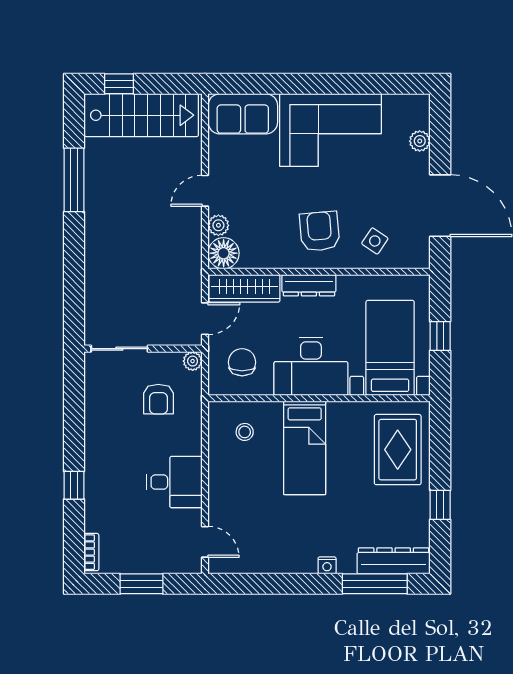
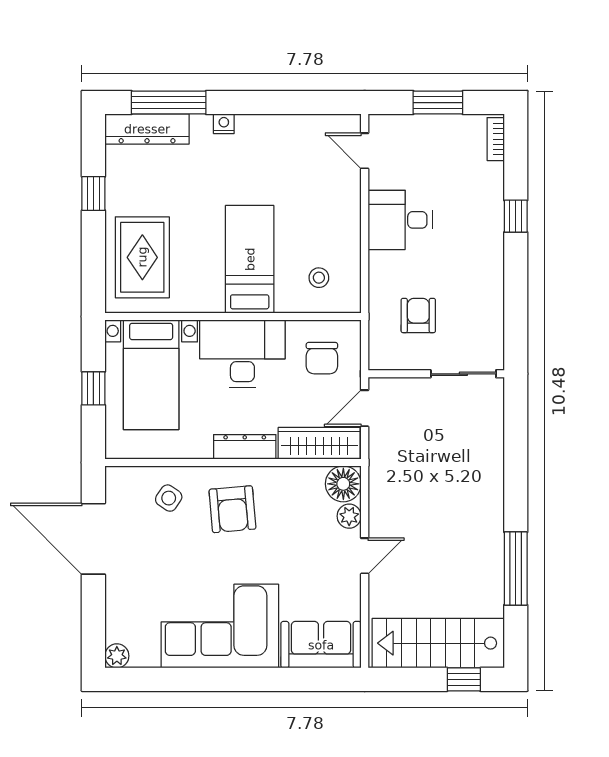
plant: (420, 141) -> (117, 656), moved
plant: (193, 361) -> (379, 359), removed

